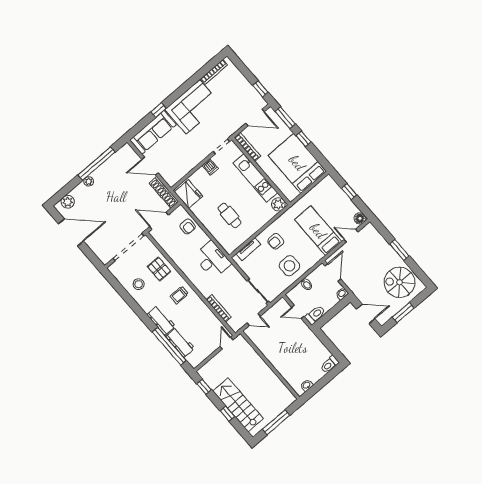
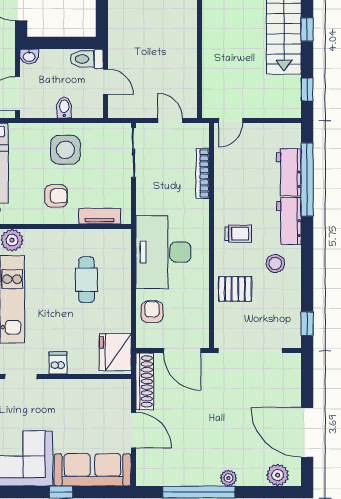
desk: (212, 260) -> (163, 252), width x1.36, depth x1.30
pallet: (159, 269) -> (235, 289), turned 90
window: (113, 281) -> (307, 324), added
stool: (139, 284) -> (275, 264), moved

